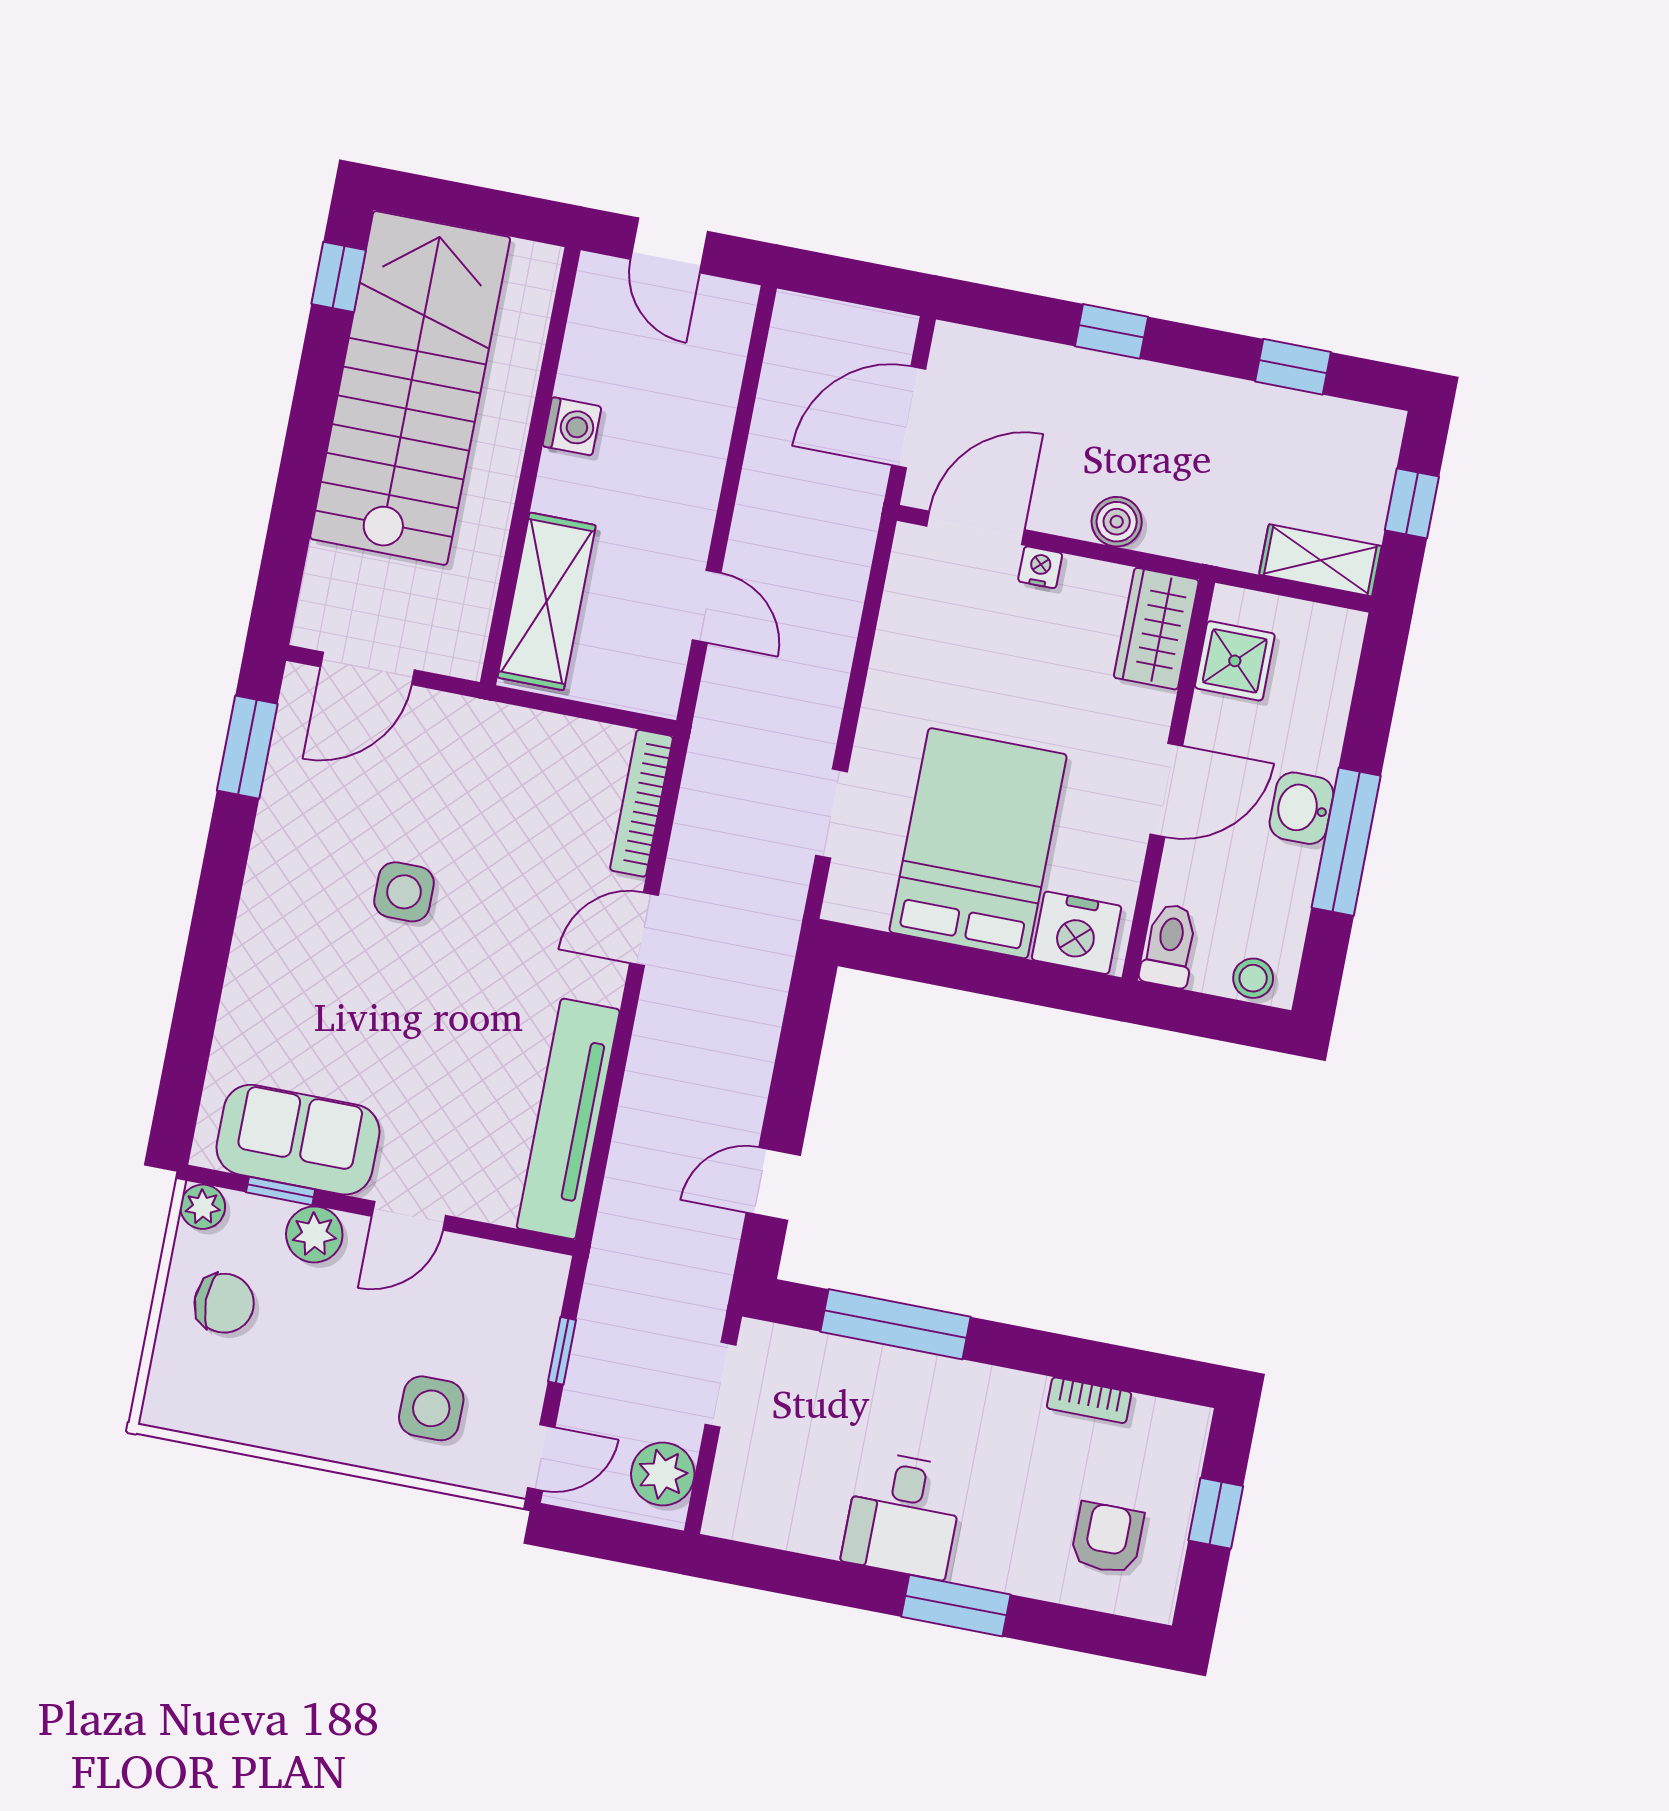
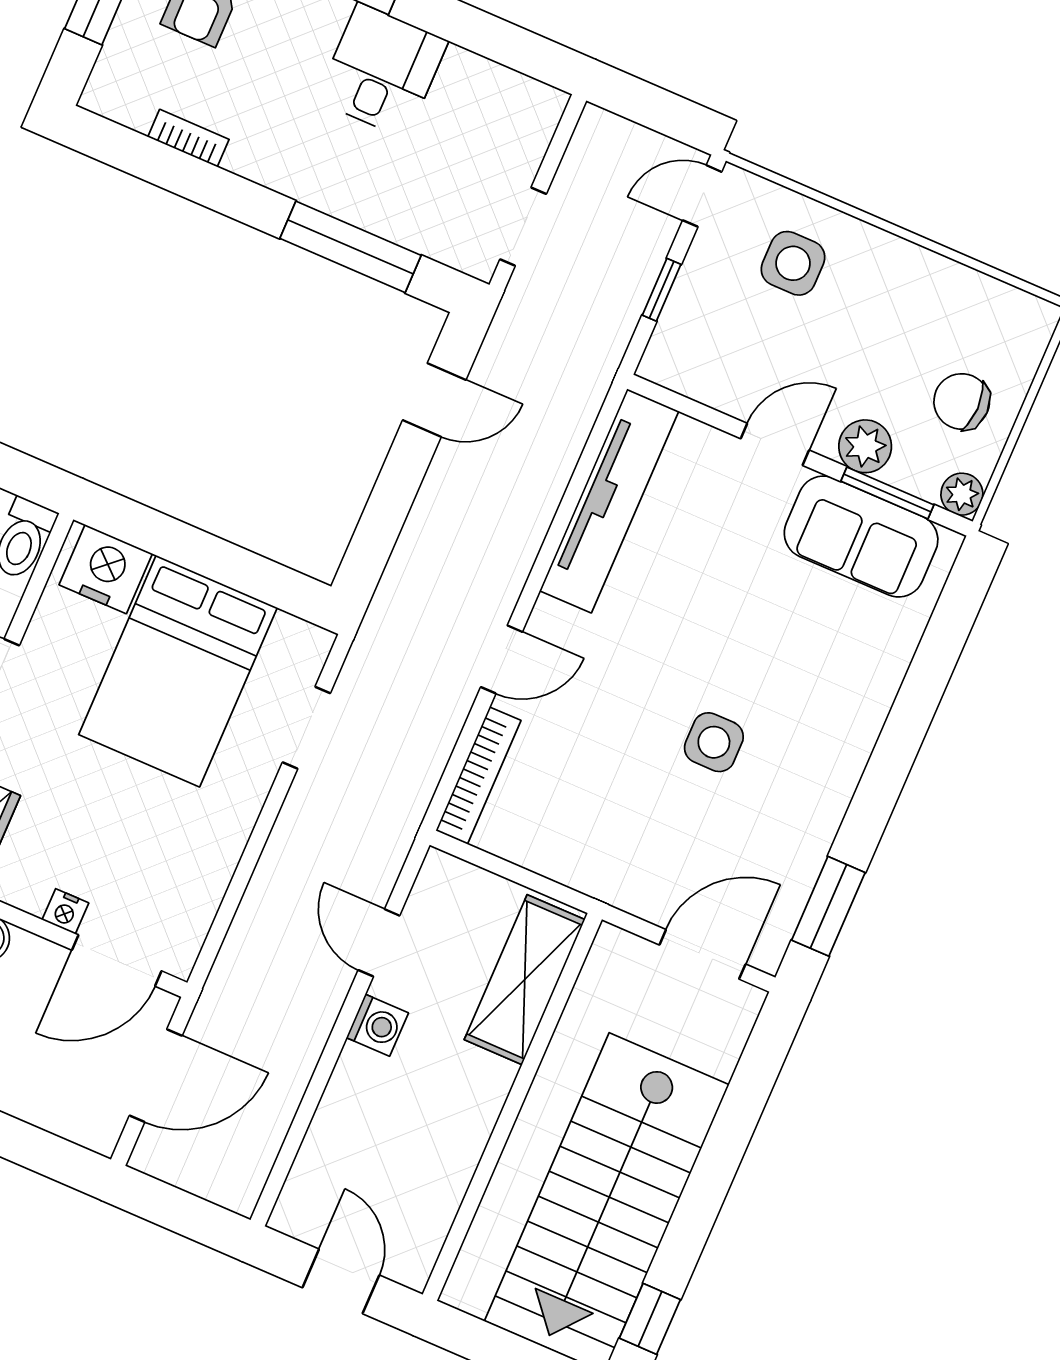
washing machine: (572, 426) -> (377, 1025), moved, turned 180
window: (281, 1191) -> (887, 493), width x1.50
plant: (663, 1474) -> (594, 156), removed

